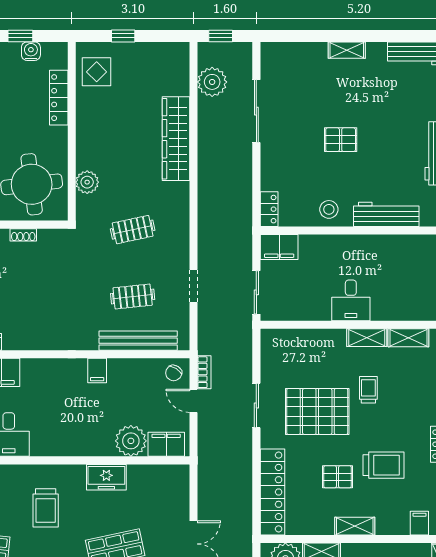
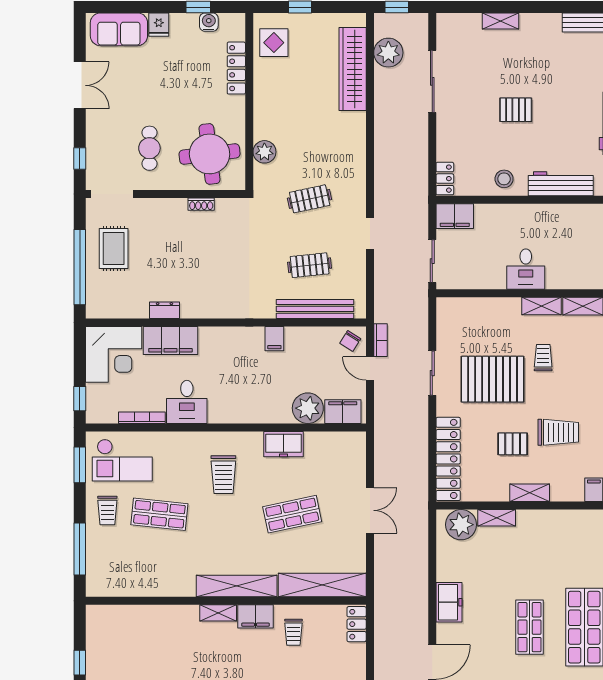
shelving: (347, 50) -> (501, 21), moved
wardrobe: (176, 139) -> (353, 69), moved
doorway: (194, 286) -> (370, 234), moved

